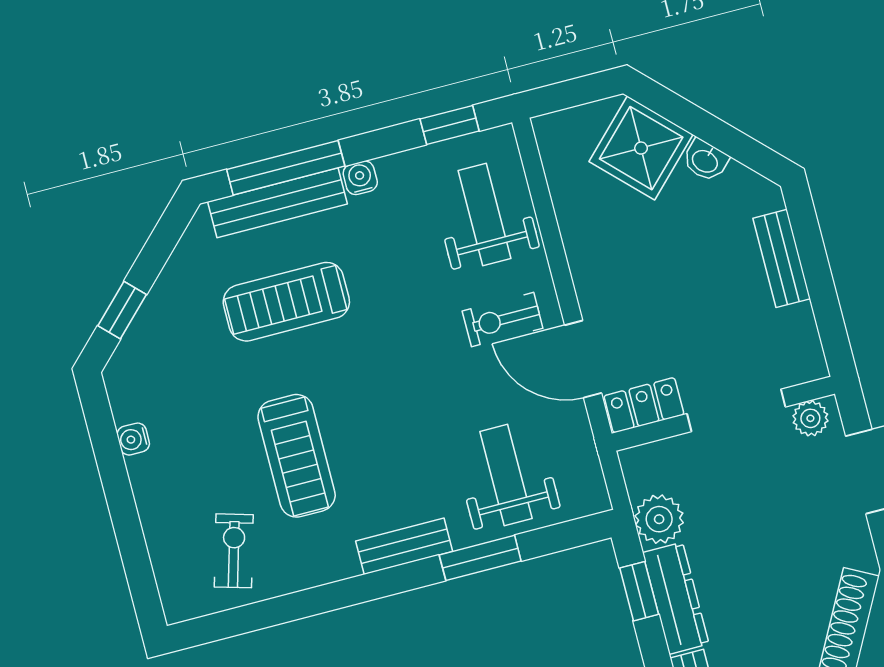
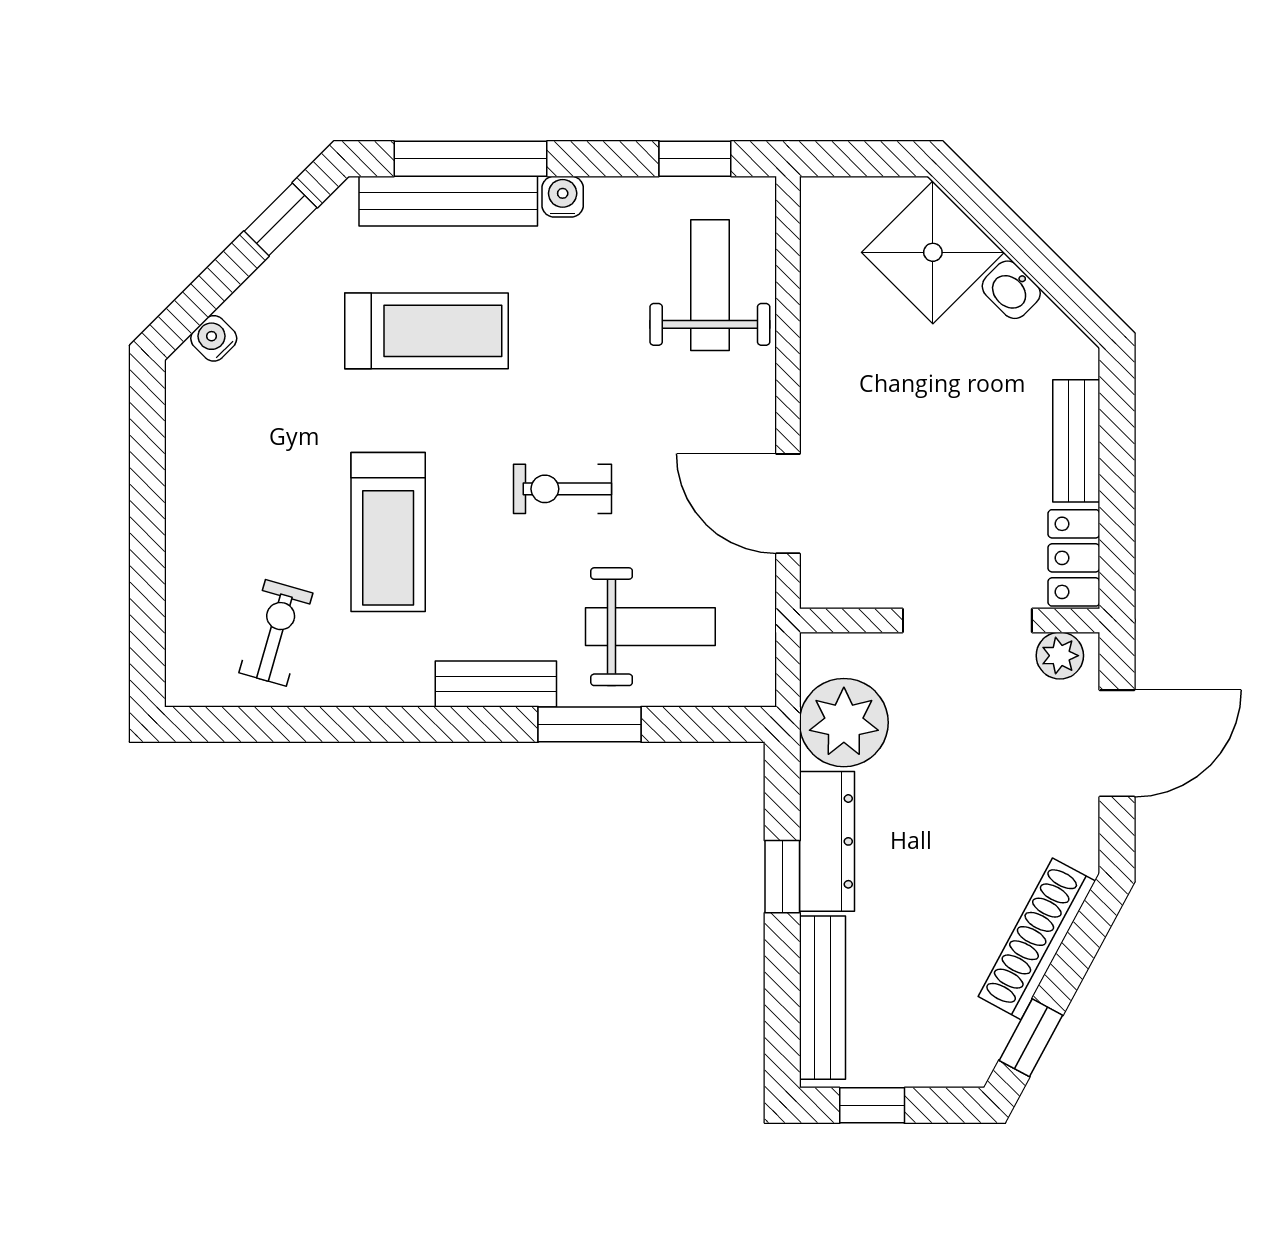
treadmill: (286, 302) -> (427, 331), turned 180
window: (122, 310) -> (281, 219), moved
exercise bike: (503, 320) -> (562, 489), moved
locker: (644, 405) -> (1074, 558), moved, turned -90
water cooler: (133, 439) -> (214, 338), moved, turned 45
weight bench: (506, 475) -> (650, 627), turned 90
plant: (659, 519) -> (844, 723), width x1.36, depth x1.36
window: (639, 591) -> (782, 877), moved

